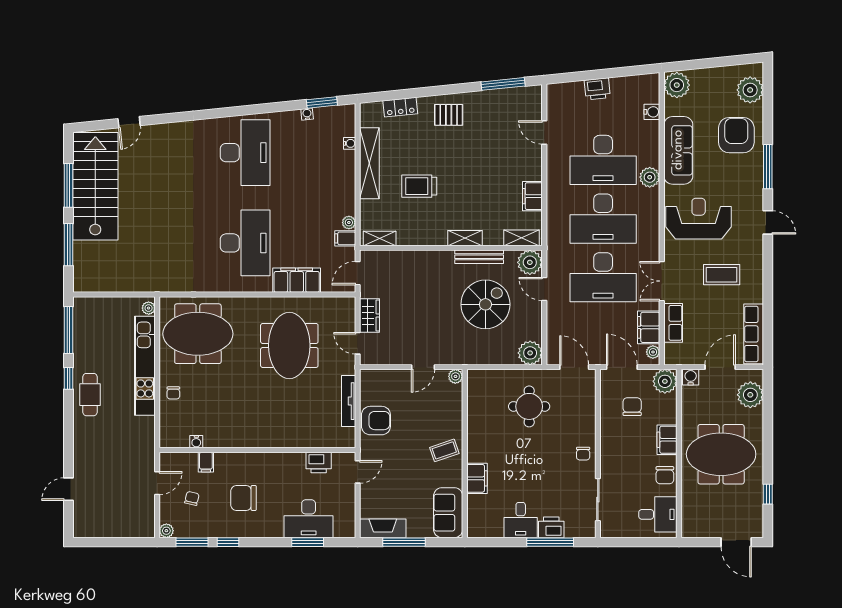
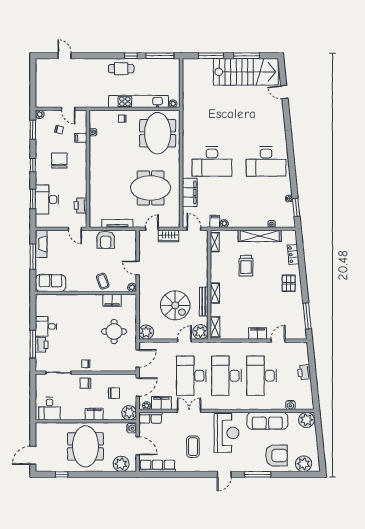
plant: (650, 177) -> (251, 404), removed
trolley: (419, 186) -> (246, 266), turned 180
filing cabinet: (532, 196) -> (258, 333), moved
row of seats: (673, 323) -> (151, 418), moved
coffee table: (444, 450) -> (103, 281), moved
chair: (665, 475) -> (85, 383), moved
filing cabinet: (477, 478) -> (112, 300), moved
window: (228, 542) -> (33, 165), moved

